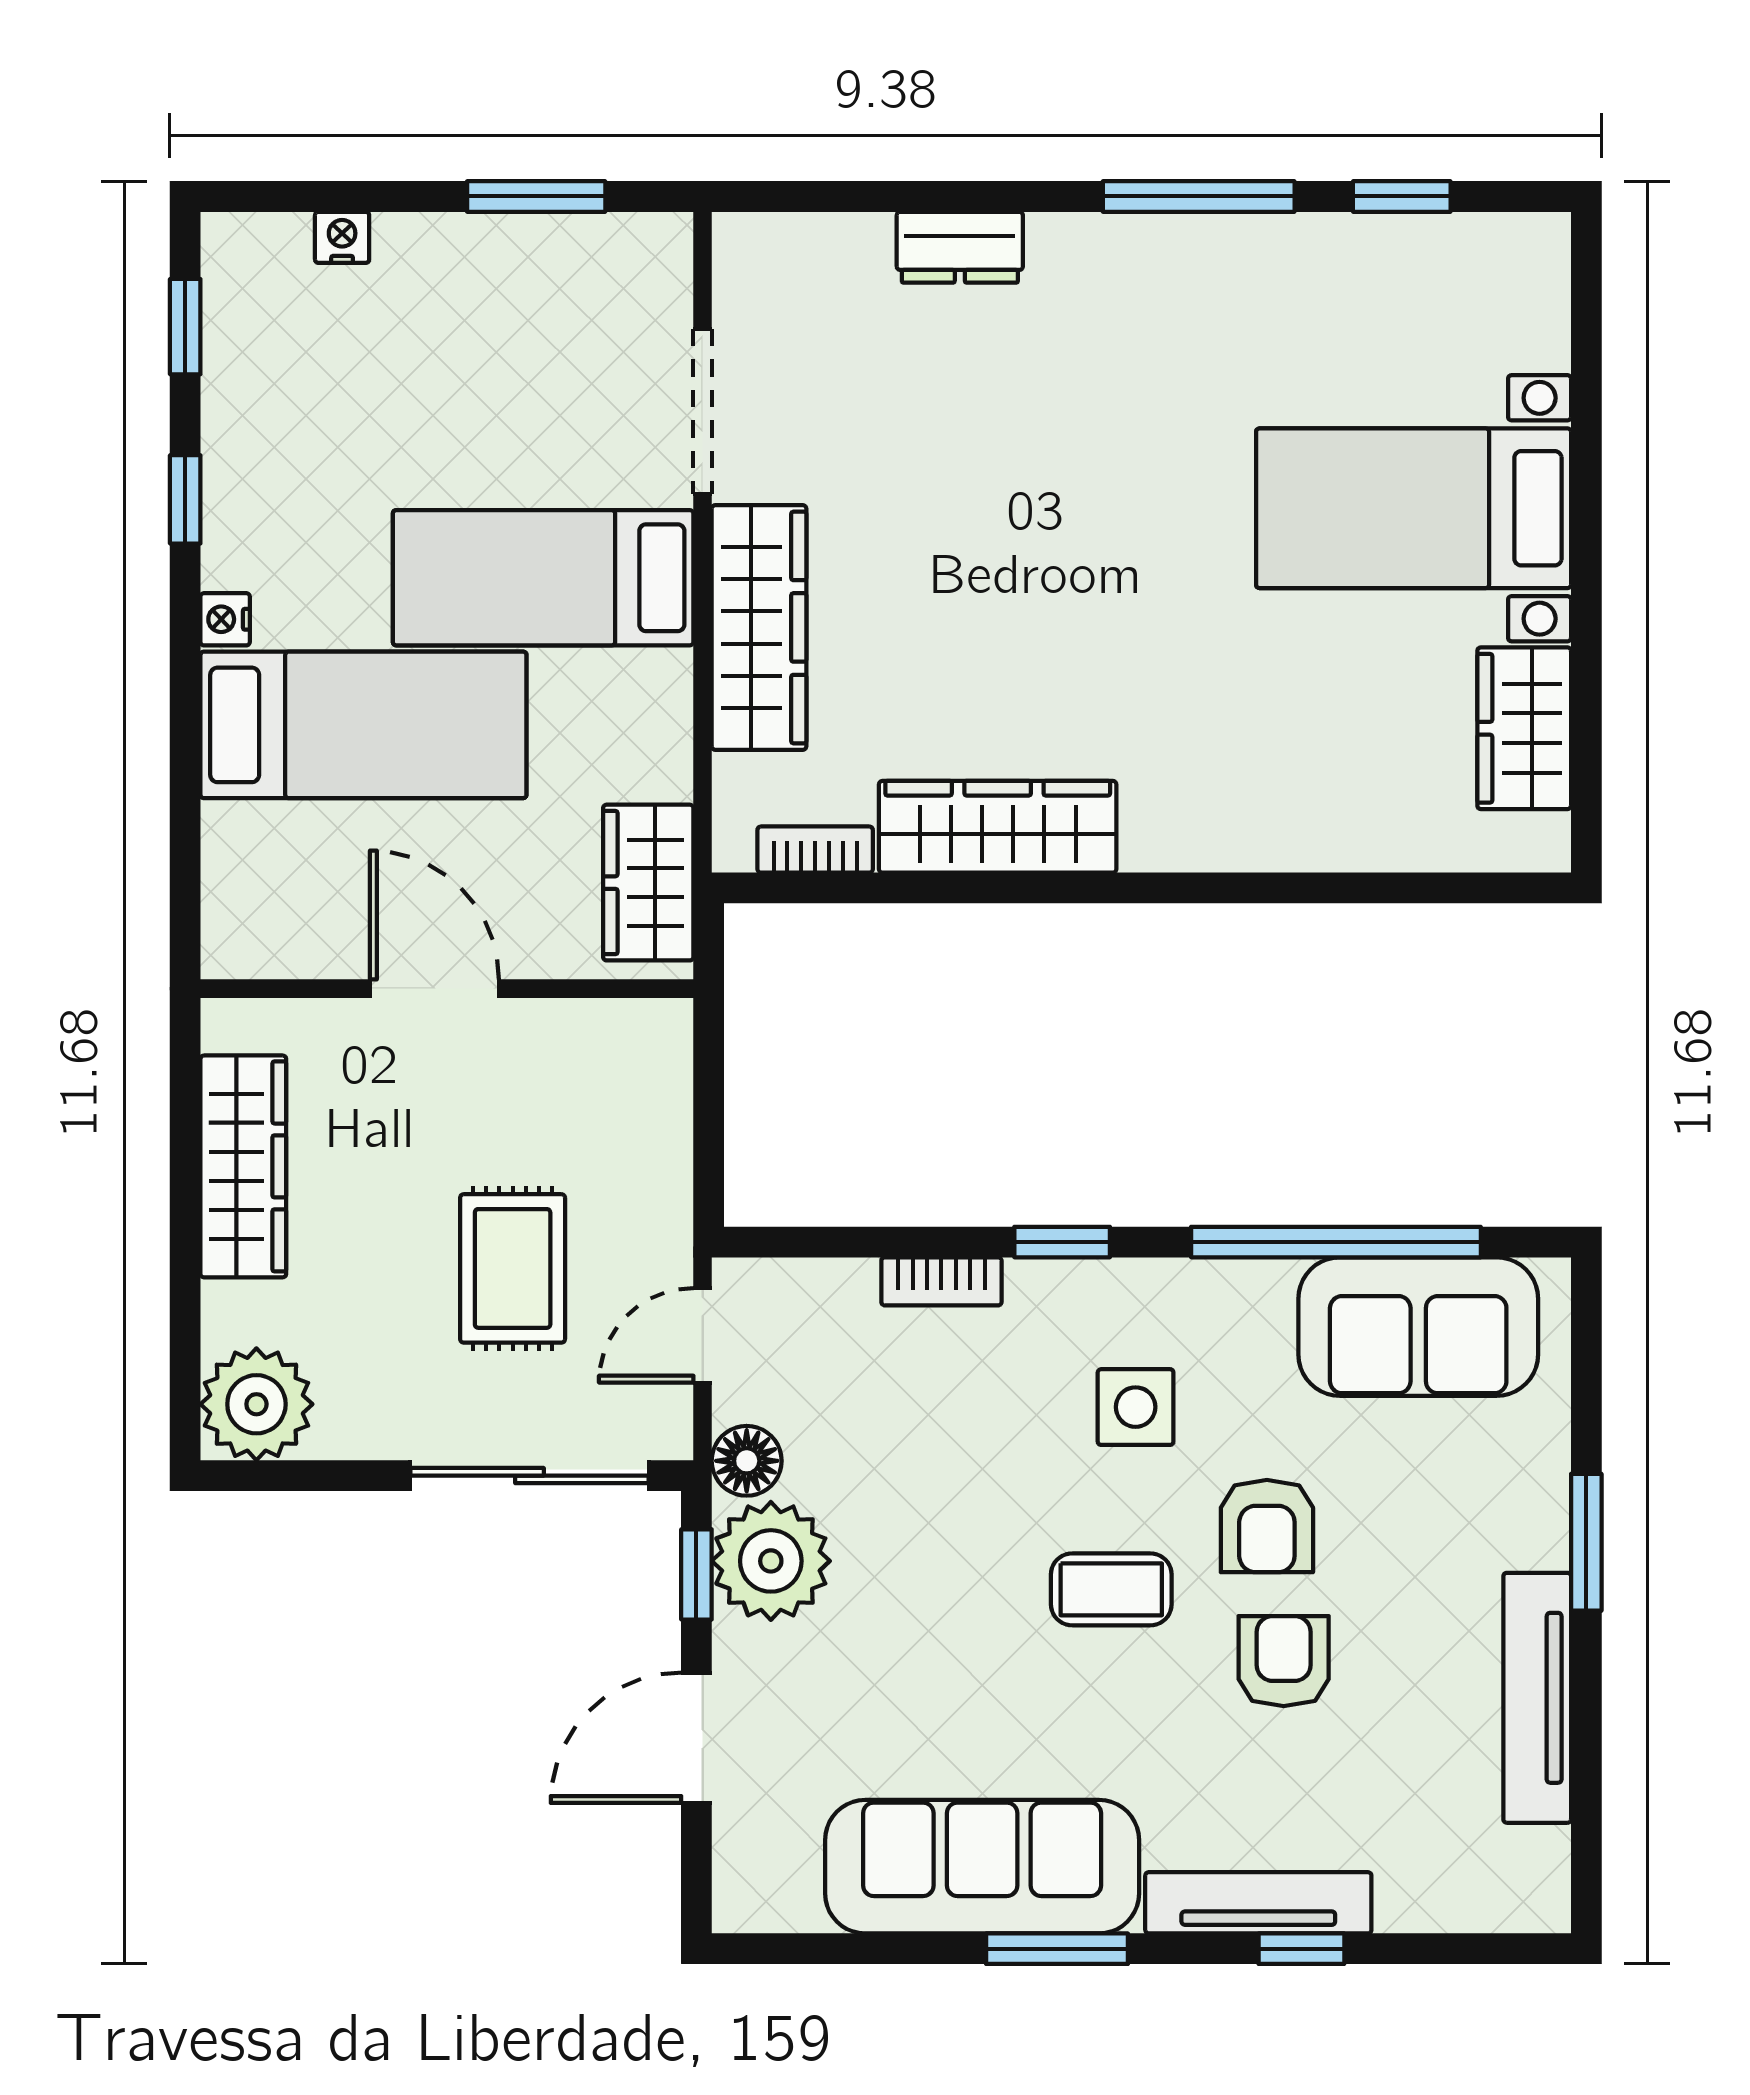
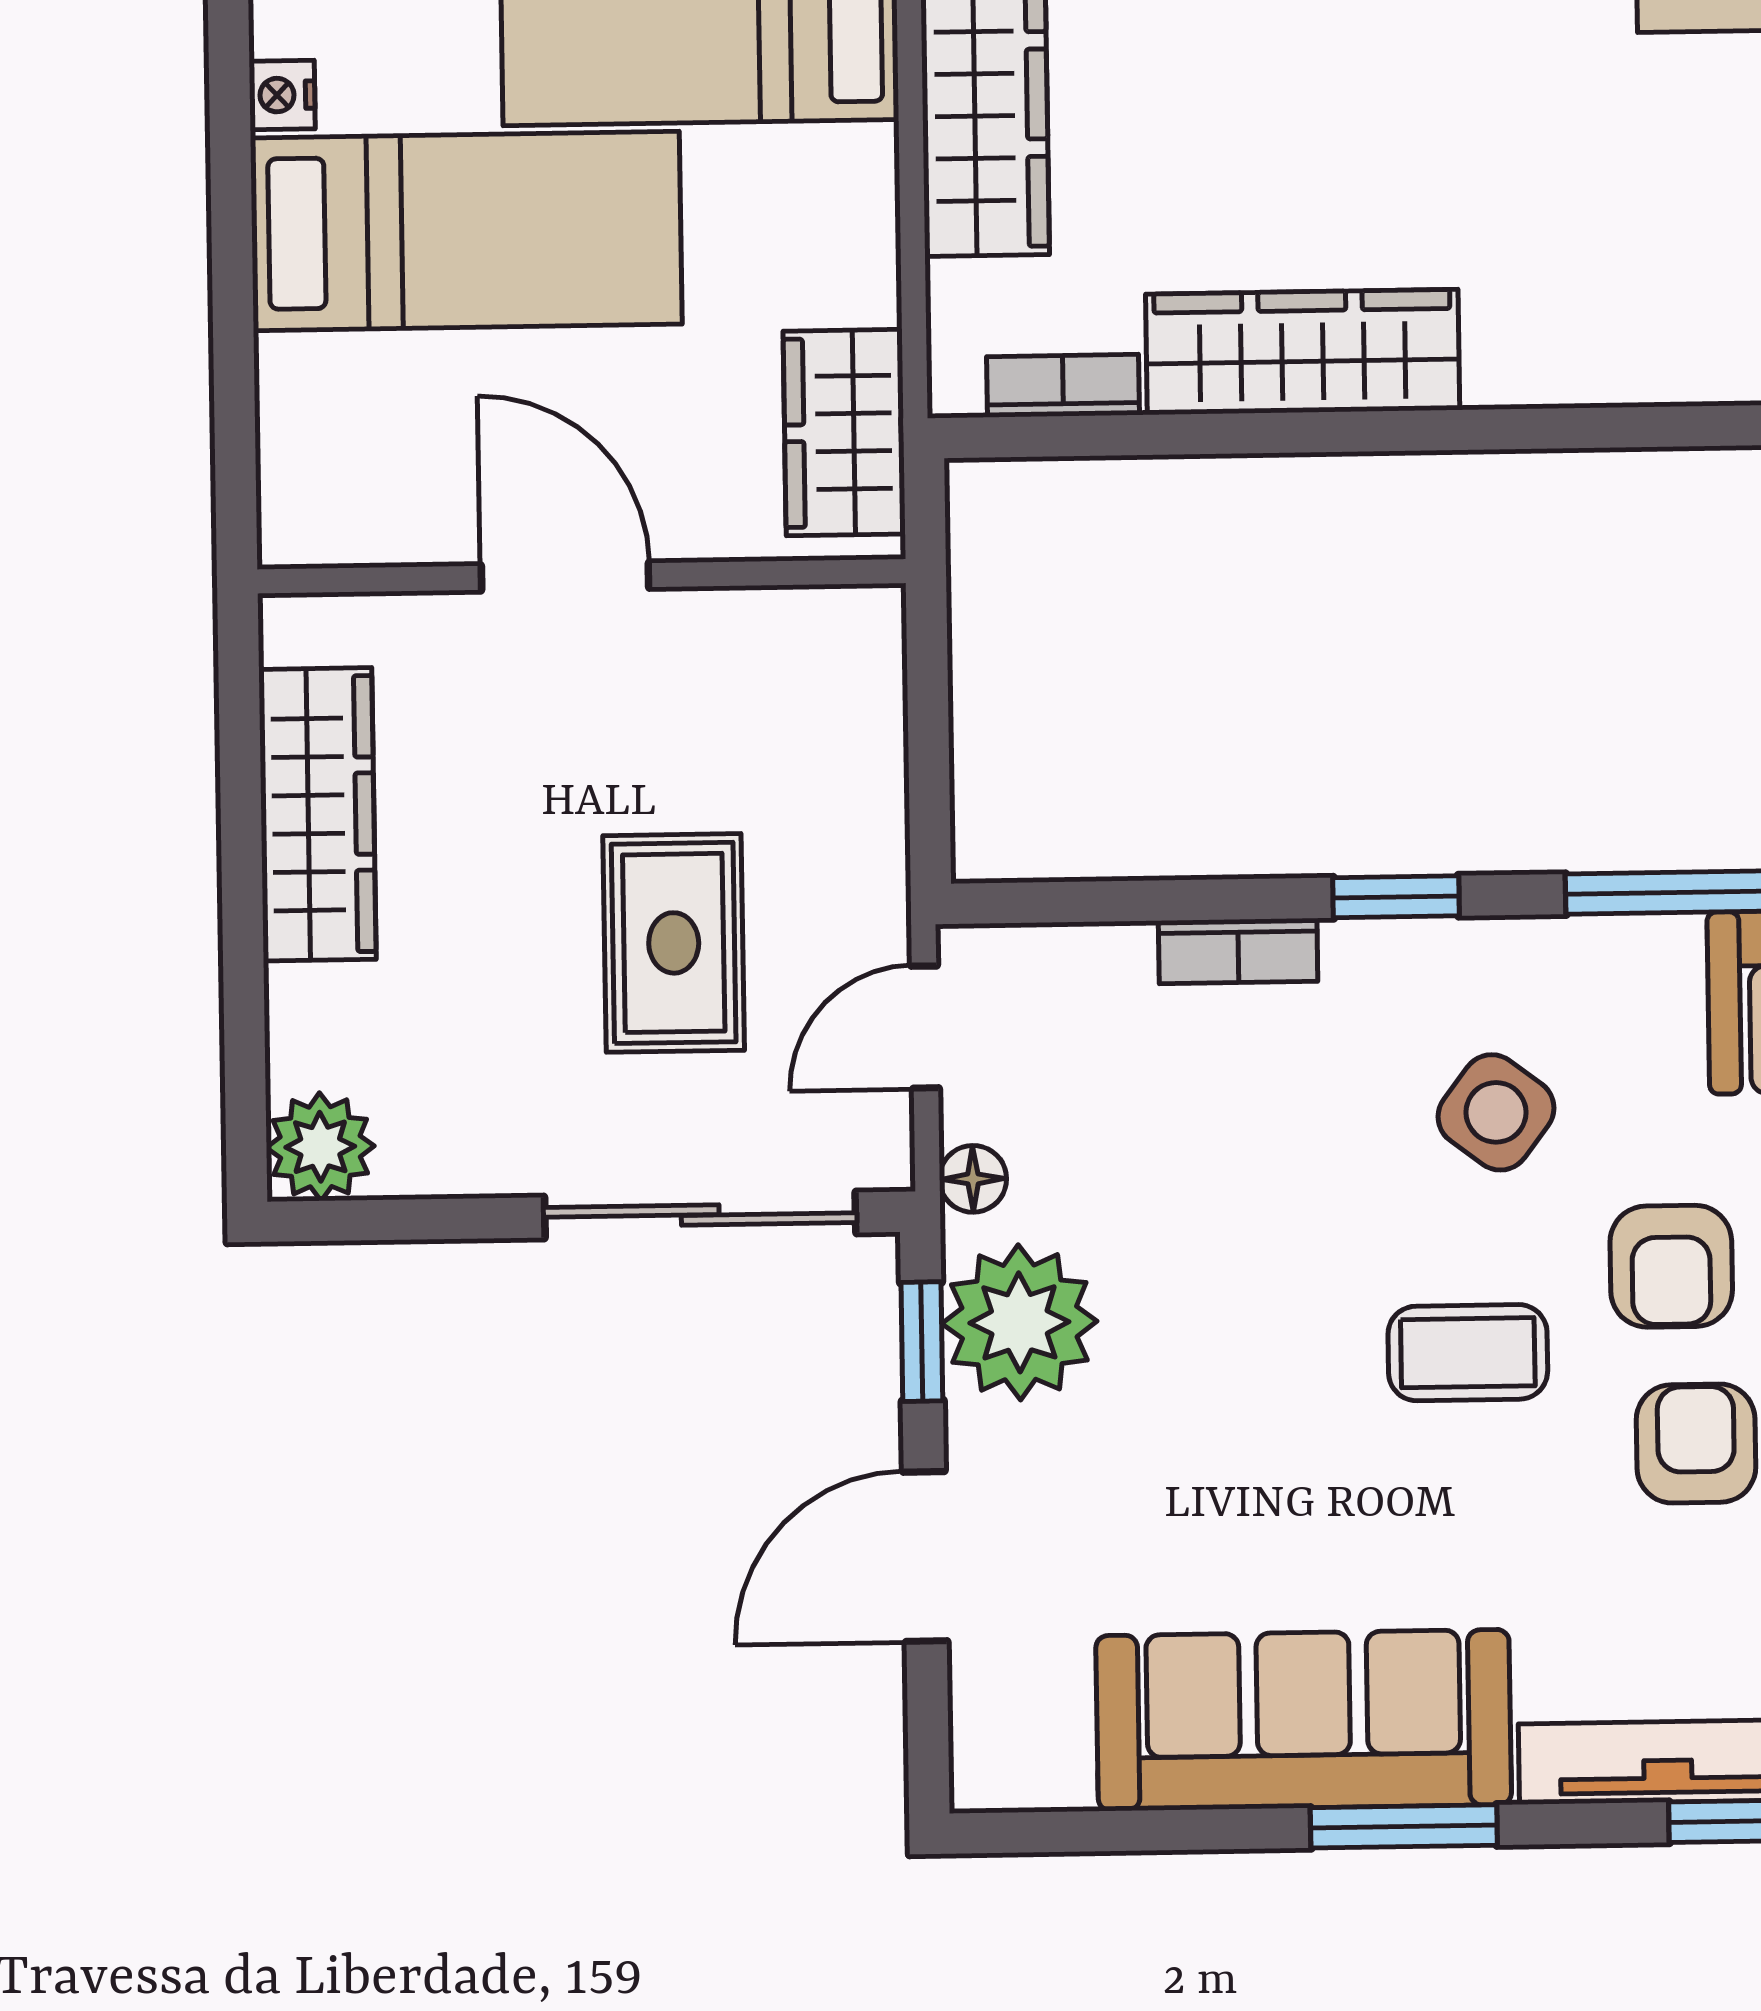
plant: (256, 1404) -> (320, 1147), width x0.73, depth x0.73
side table: (1136, 1407) -> (1496, 1112), turned 37
floor lamp: (747, 1461) -> (973, 1179), width x0.73, depth x0.73

